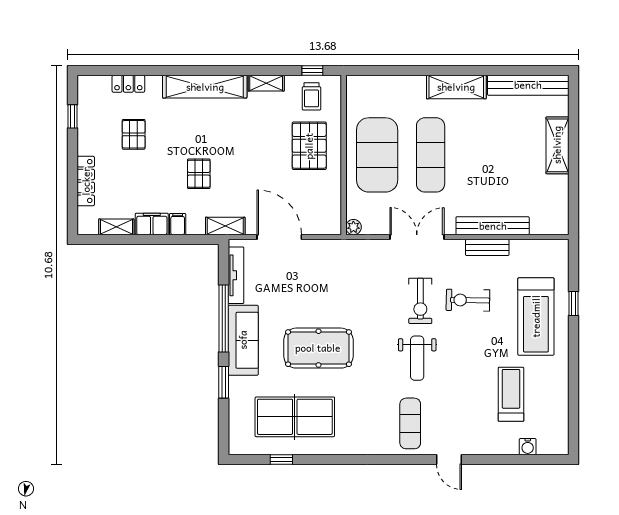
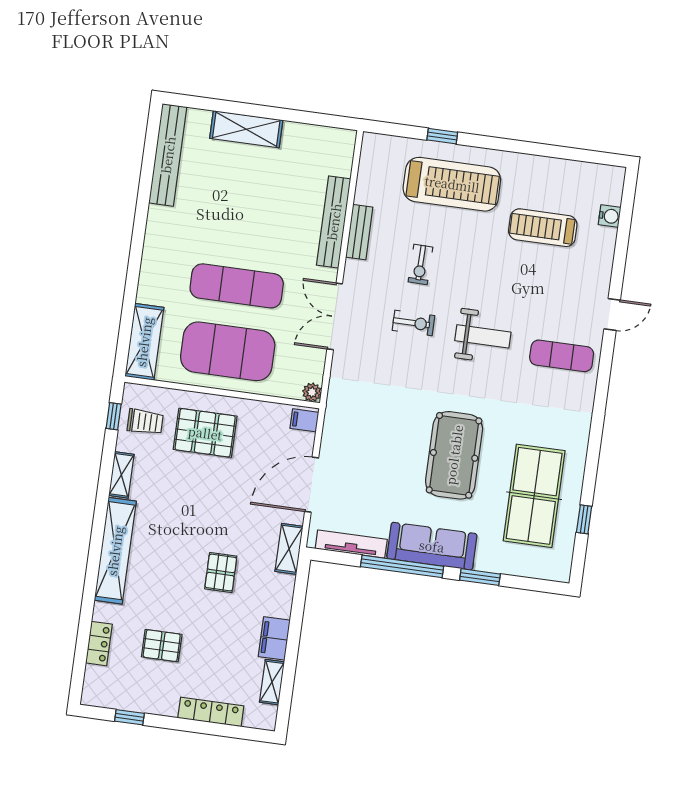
shelving: (456, 87) -> (144, 342), moved
pallet: (199, 174) -> (221, 573), turned 90
filing cabinet: (178, 224) -> (304, 420), moved
exercise bike: (468, 300) -> (420, 265), width x0.73, depth x0.72
exercise bike: (420, 301) -> (413, 323), width x0.73, depth x0.72

